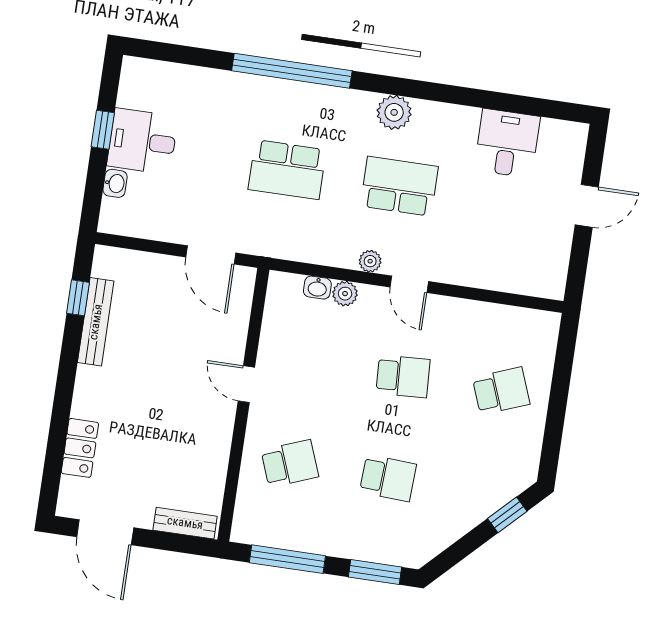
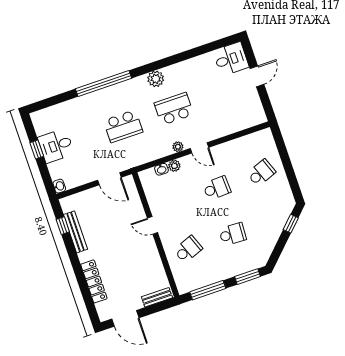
desk: (507, 143) -> (231, 59), moved, turned 90
washbasin: (115, 183) -> (59, 186), moved
locker: (80, 448) -> (94, 281), width x1.53

